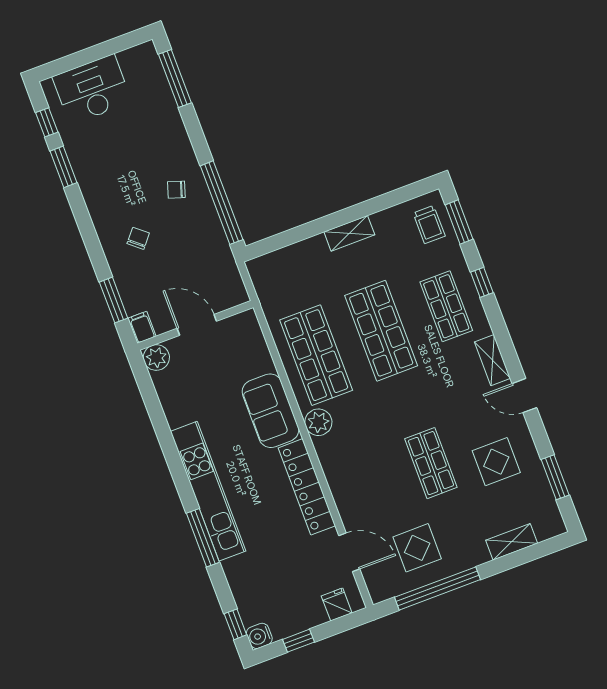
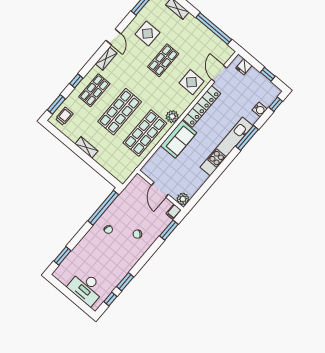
window: (175, 78) -> (62, 256), width x0.69
display table: (417, 548) -> (192, 82), moved
water cooler: (259, 636) -> (260, 110), moved

